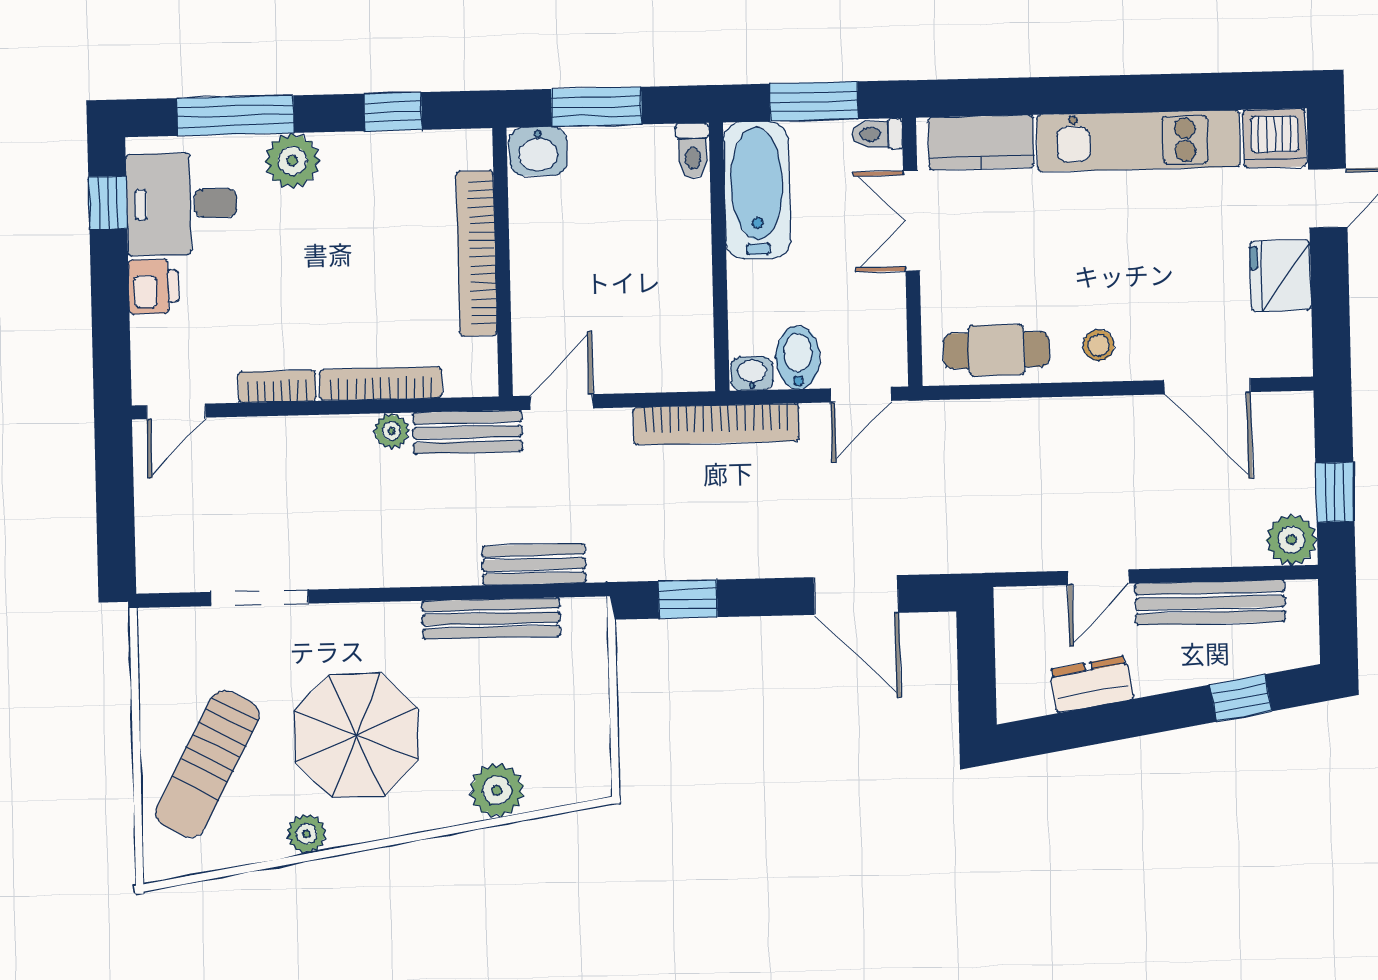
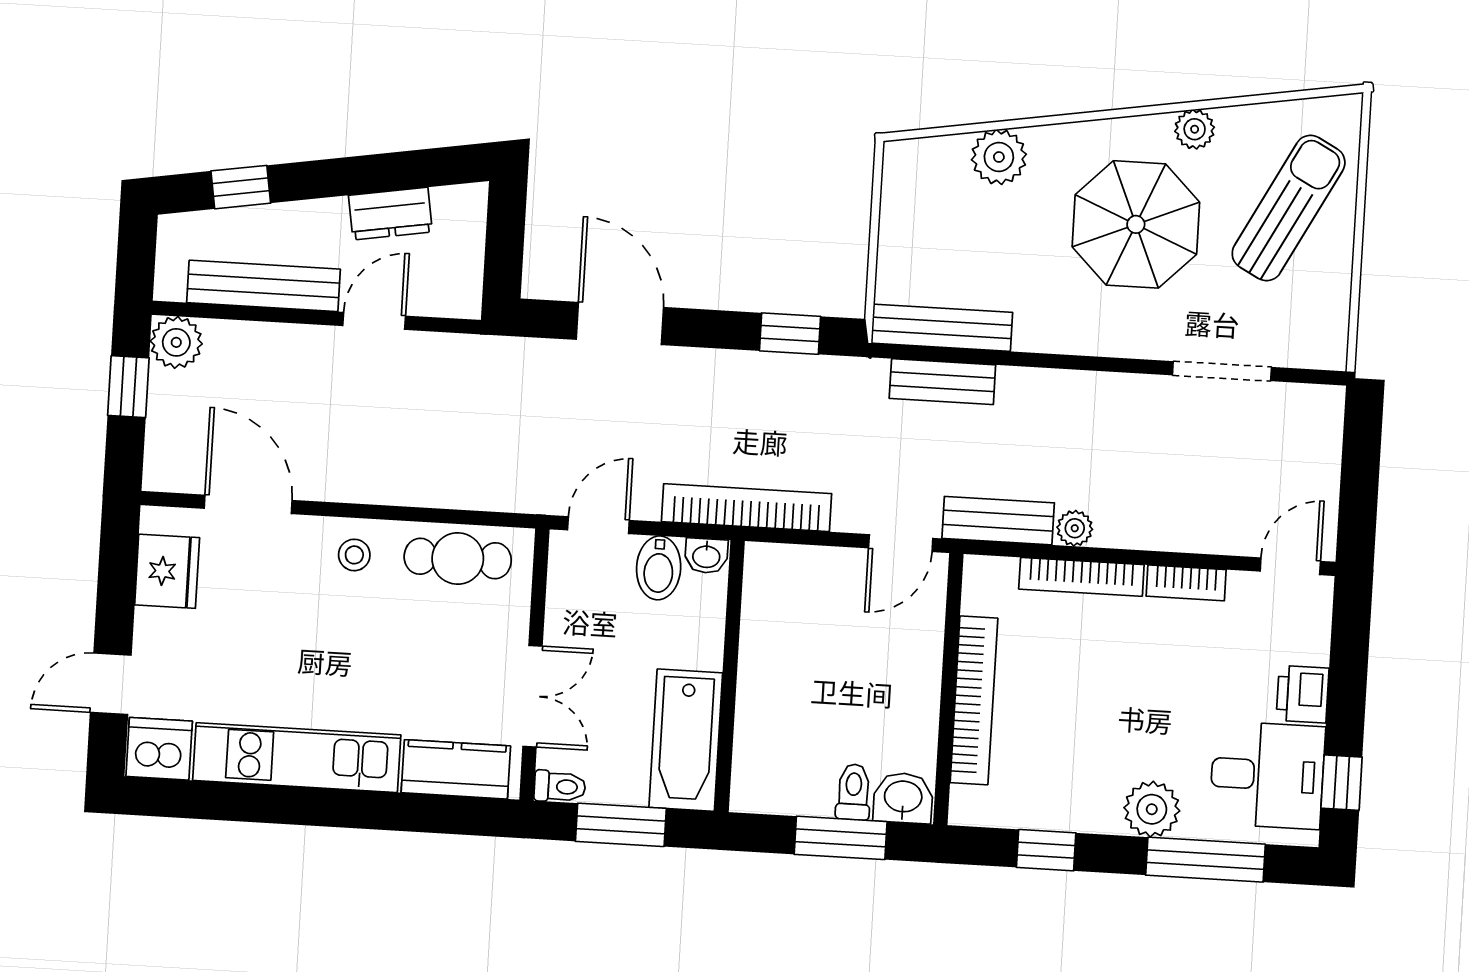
toilet: (693, 151) -> (853, 792), moved
fridge: (1281, 276) -> (167, 571), moved
bench: (491, 619) -> (942, 328), moved

